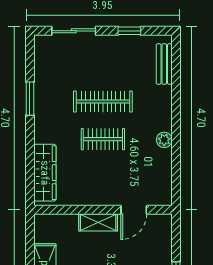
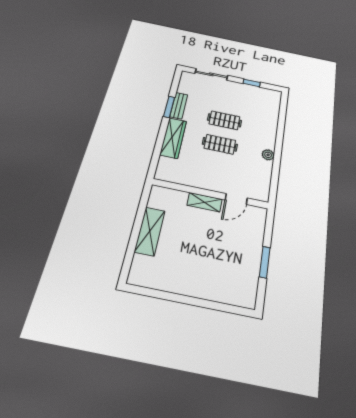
bench: (164, 64) -> (179, 106), moved
clothes rail: (103, 101) -> (224, 120), width x0.73
wardrobe: (45, 173) -> (173, 138), moved

